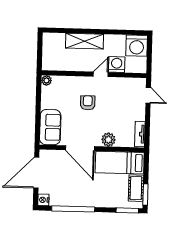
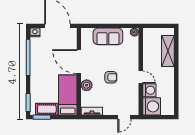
shelving: (85, 41) -> (168, 51), moved
washing machine: (137, 46) -> (152, 106), moved, turned 180
armchair: (88, 103) -> (111, 77), moved
sofa: (50, 127) -> (108, 36), moved
door: (80, 148) -> (79, 62), hinge flipped

